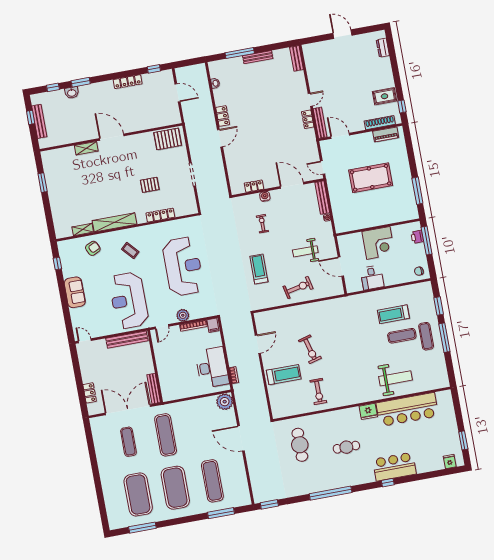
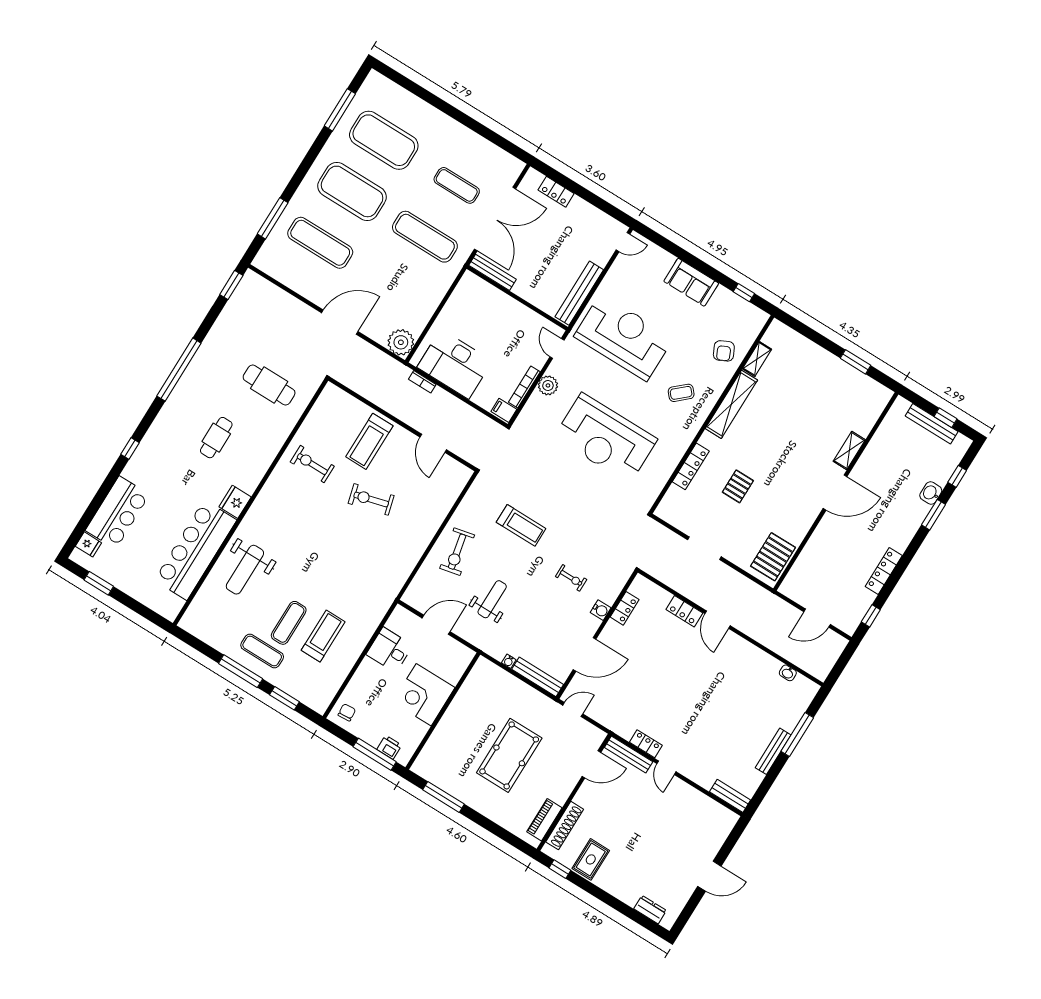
locker: (223, 116) -> (684, 611), moved
bar counter: (394, 467) -> (117, 512), moved

